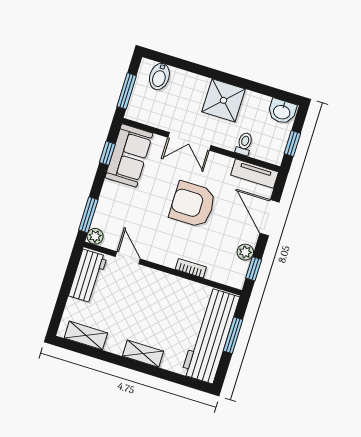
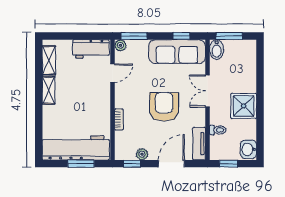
bidet: (159, 77) -> (217, 50), moved, turned -90
sofa: (129, 155) -> (177, 52), width x1.36
shelving: (143, 354) -> (49, 90), moved

